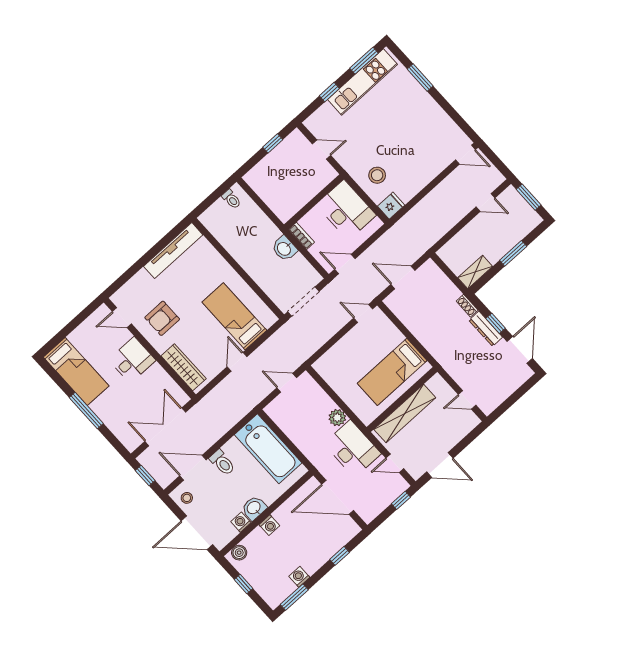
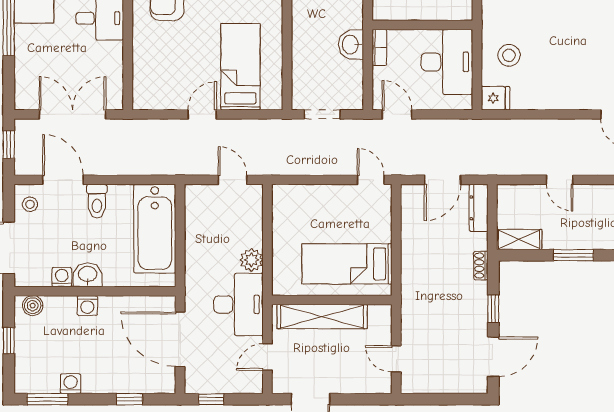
door: (486, 202) -> (560, 180), moved
door: (403, 277) -> (443, 180), swing flipped
doorway: (303, 302) -> (322, 114), width x0.73
dresser: (486, 329) -> (479, 208), moved
wardrobe: (184, 367) -> (144, 72), removed
door: (395, 463) -> (267, 357), hinge flipped
window: (401, 500) -> (211, 399), moved

